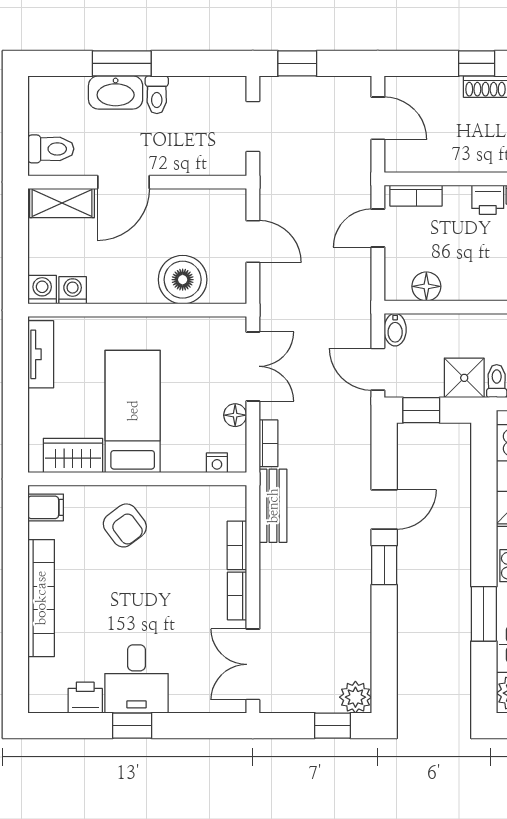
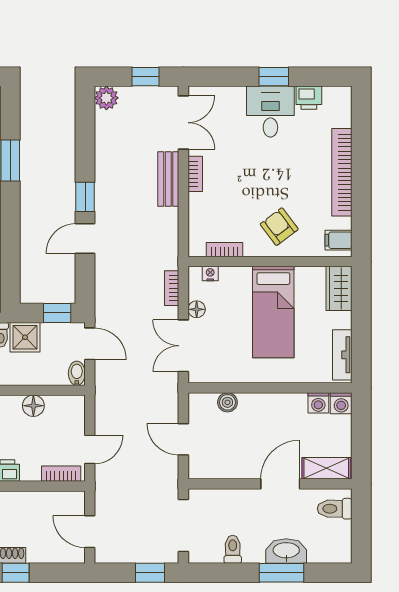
toilet: (157, 95) -> (233, 549), moved
doorway: (253, 127) -> (183, 525), width x1.38
boiler: (183, 280) -> (227, 402), width x0.54, depth x0.54
floor lamp: (426, 286) -> (33, 406), moved
wardrobe: (73, 455) -> (339, 288), moved, turned 90
bench: (273, 506) -> (168, 179), moved
bookcase: (237, 545) -> (224, 250), moved, turned -90
window: (332, 726) -> (146, 77), moved

